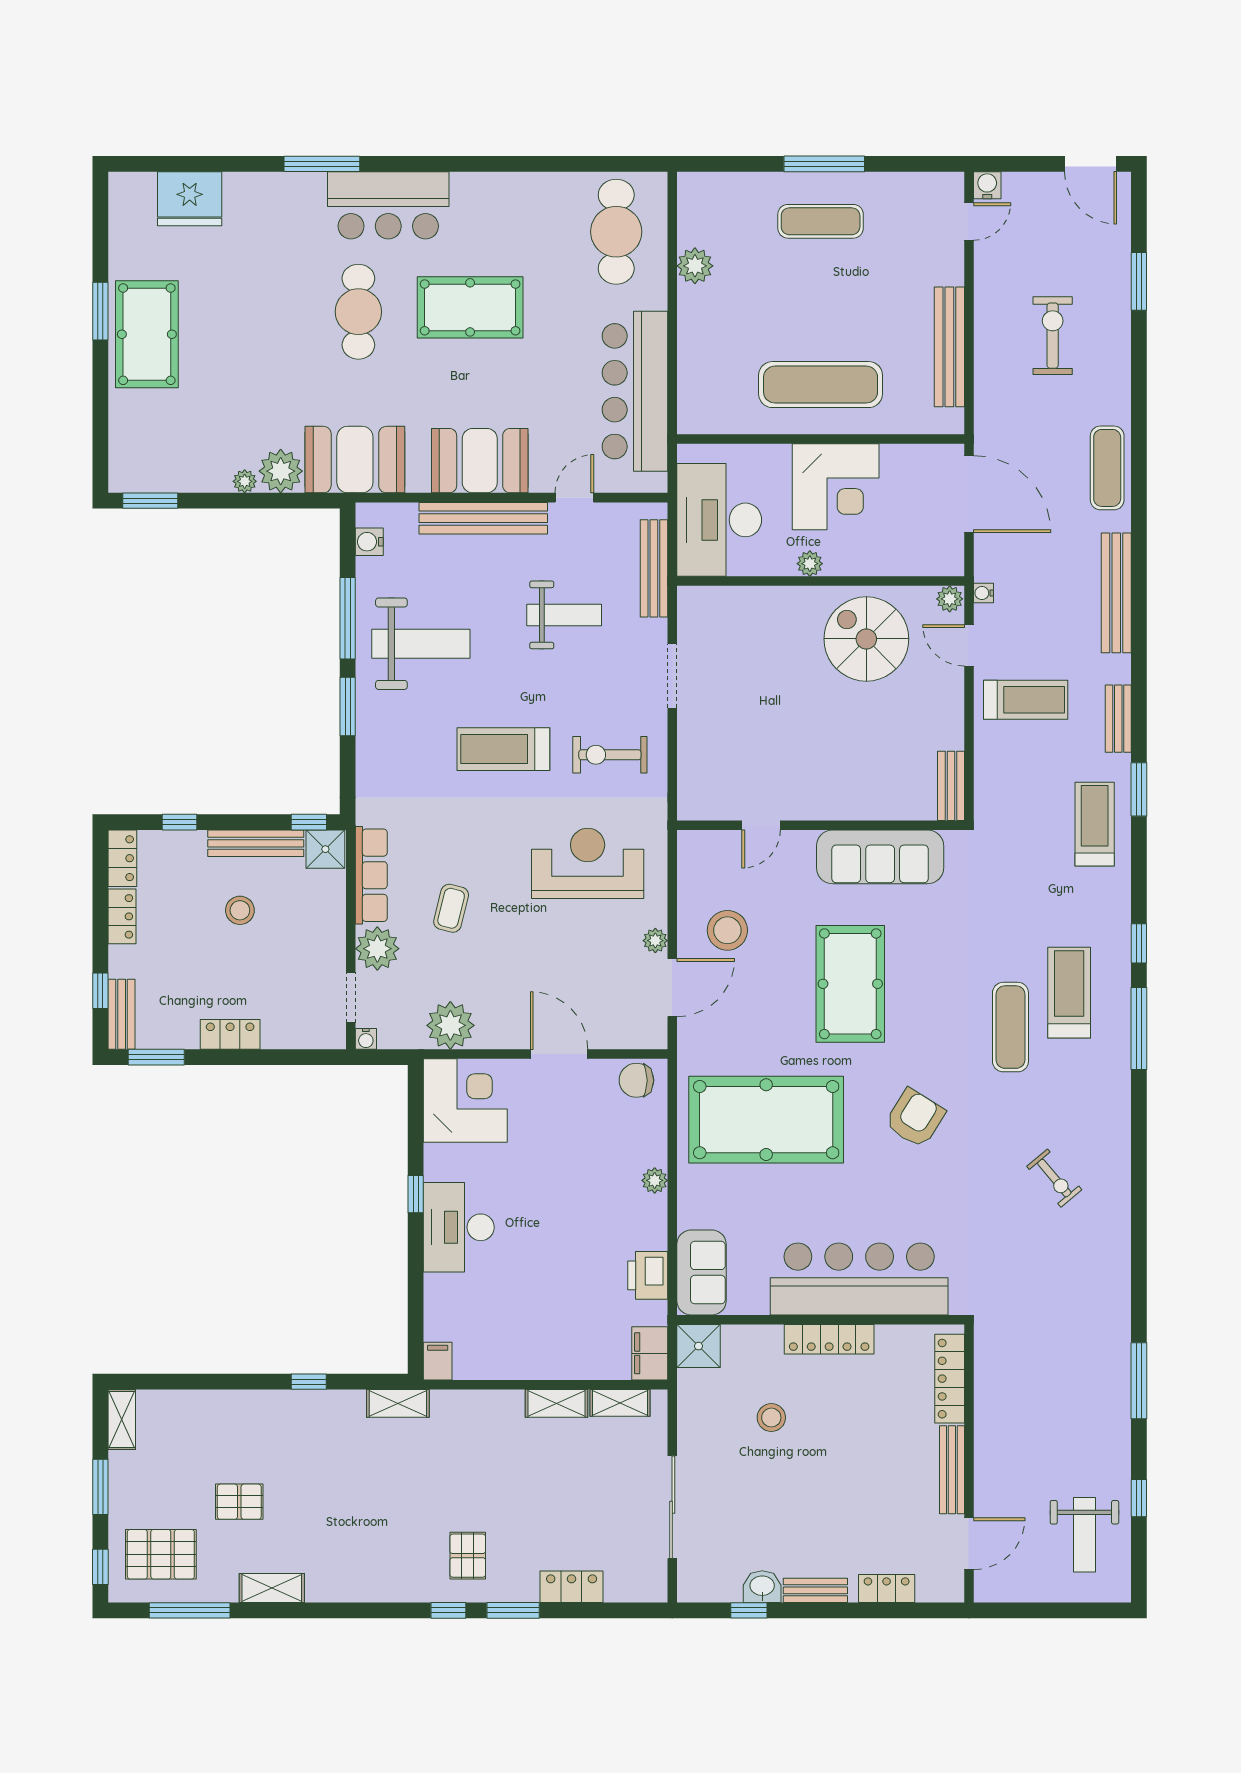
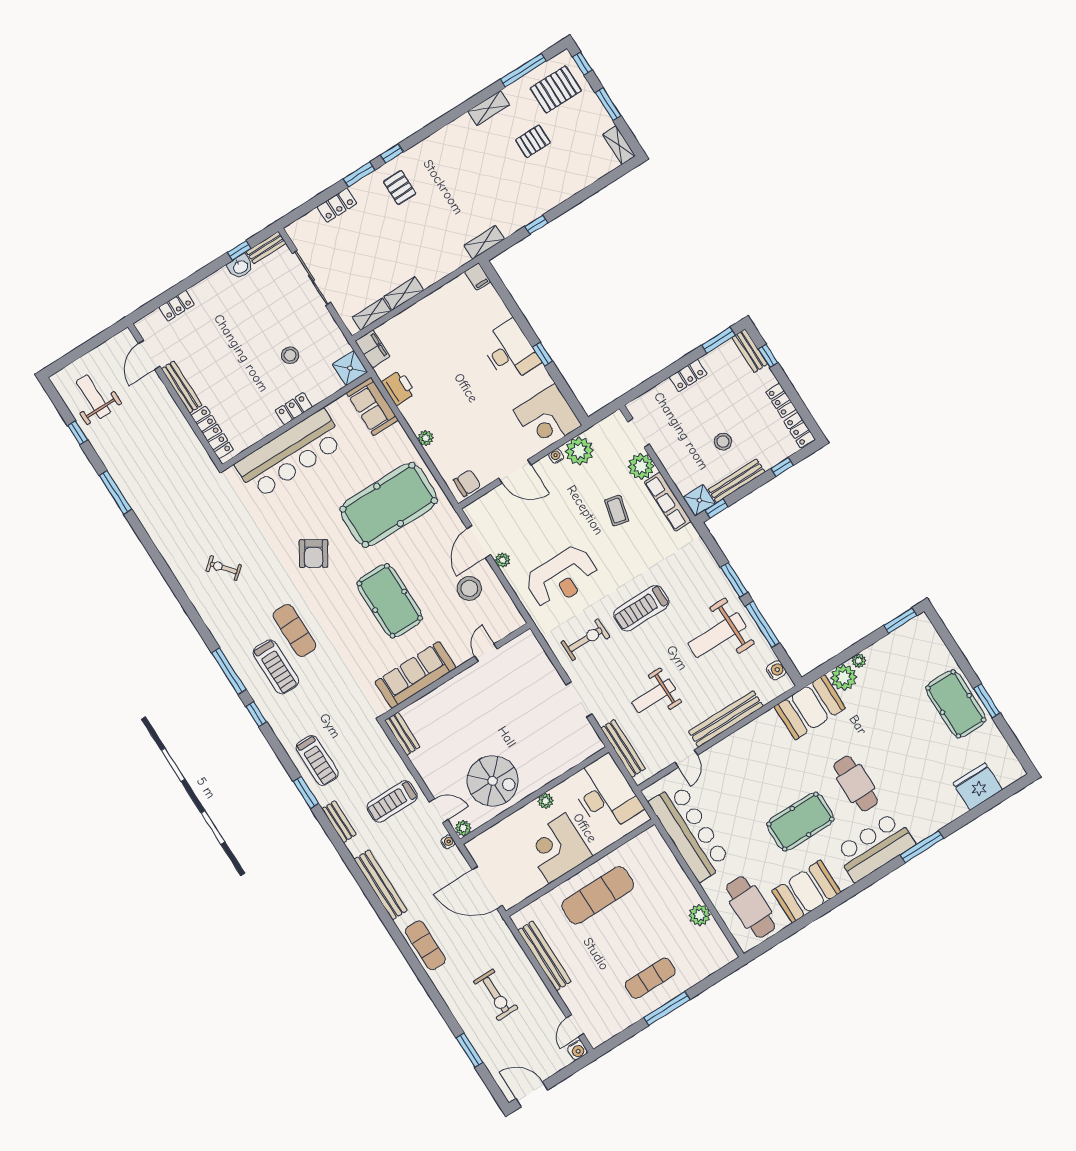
booth: (480, 461) -> (806, 891), moved
treadmill: (503, 749) -> (641, 608), turned 180
water cooler: (366, 1039) -> (556, 456), moved
locker: (829, 1339) -> (294, 409), width x0.66
bench: (815, 1590) -> (266, 248), moved

